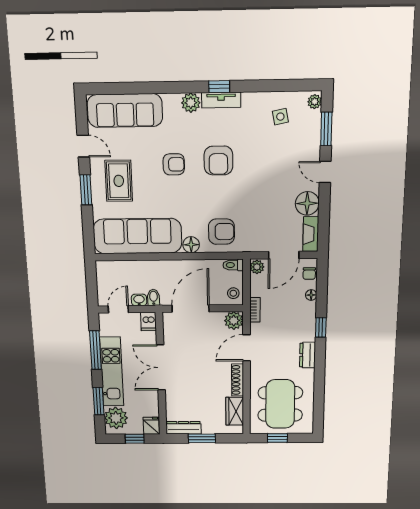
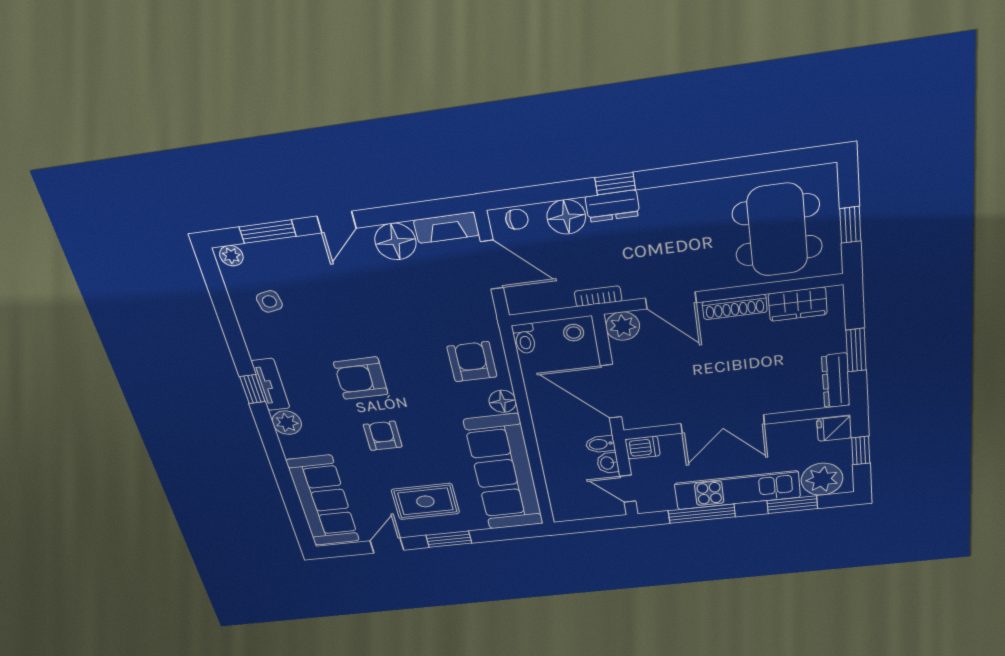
armchair: (218, 161) -> (361, 378), turned 180
plant: (257, 267) -> (521, 303), removed
floor lamp: (311, 295) -> (566, 217), width x1.89, depth x1.89
dresser: (307, 355) -> (612, 206), moved
dining table: (280, 404) -> (777, 230), turned 90

